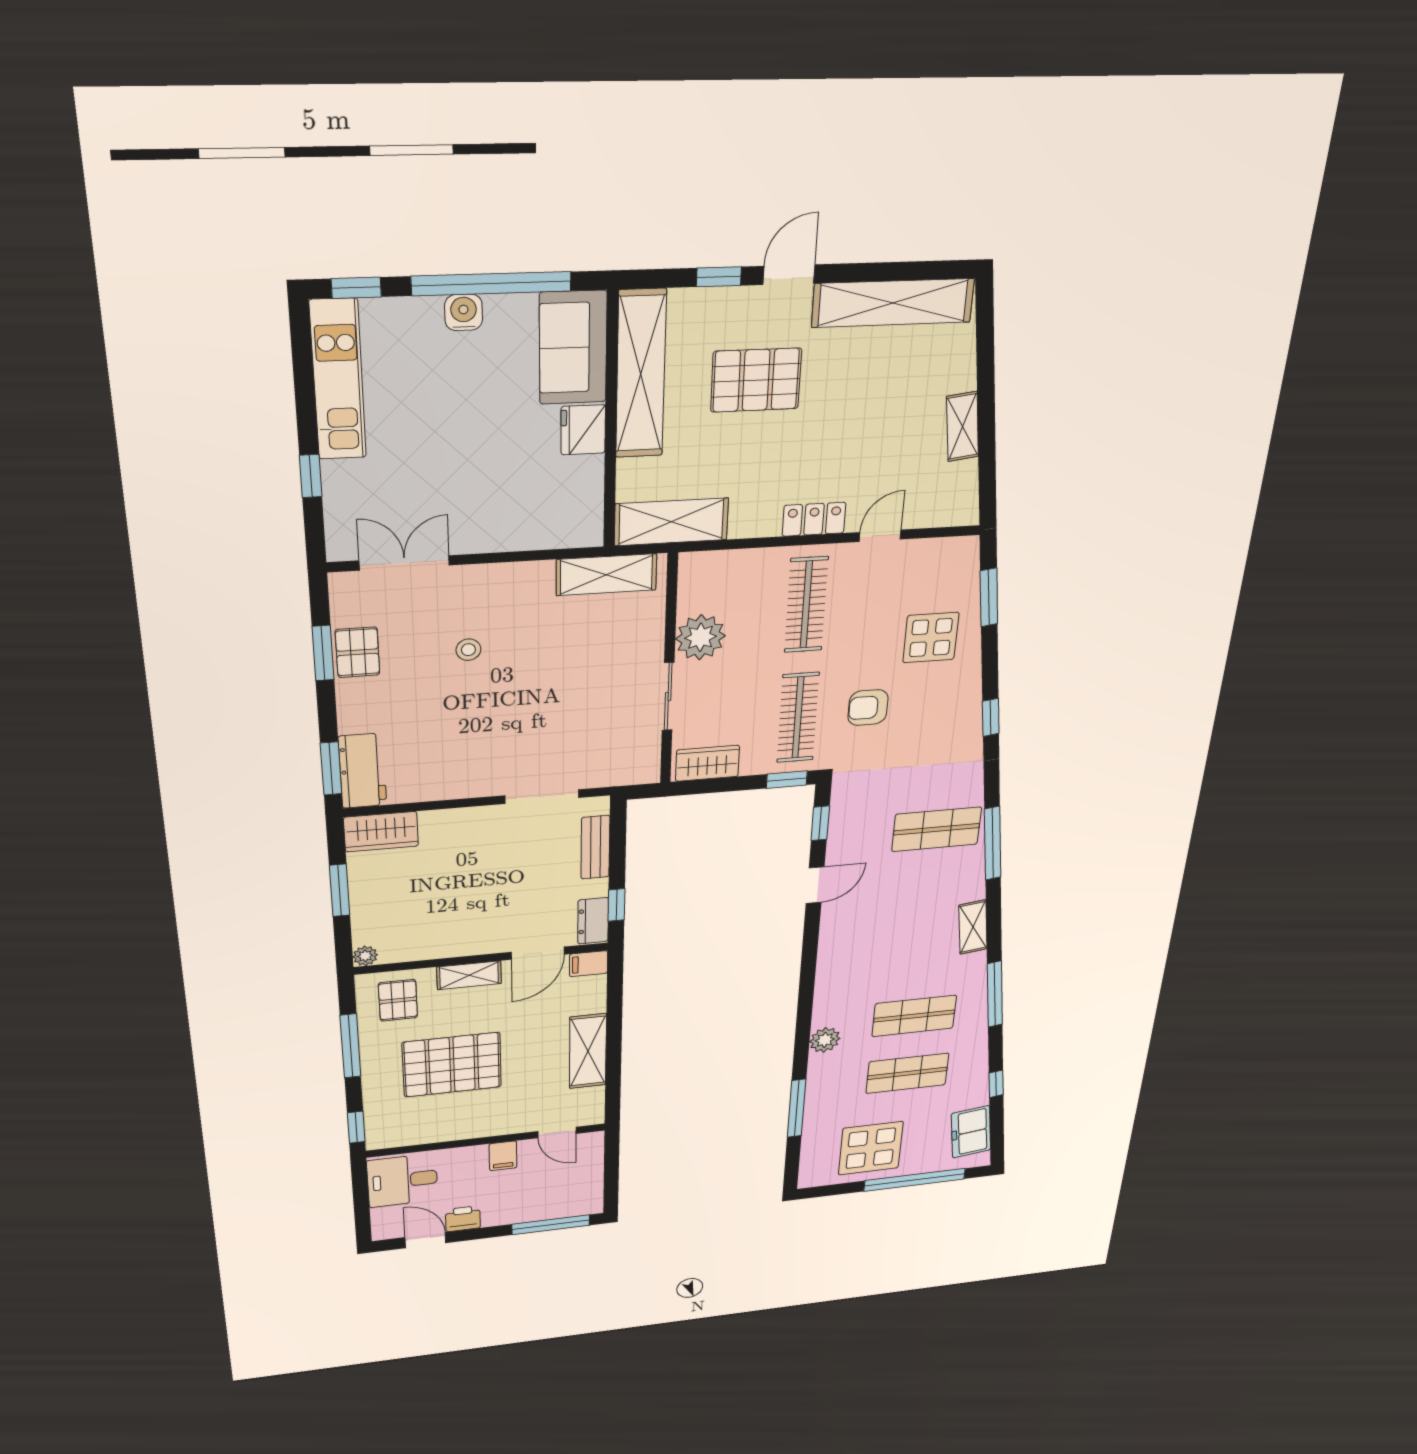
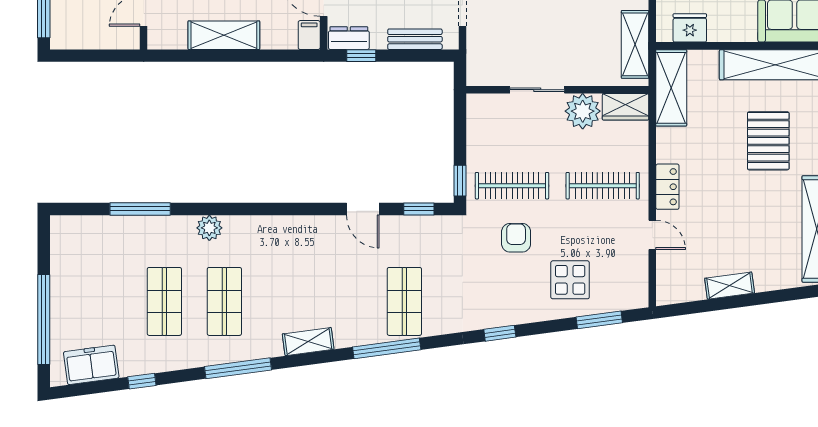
fridge: (583, 430) -> (690, 28), moved
wardrobe: (707, 763) -> (626, 107), moved, turned 90
display table: (871, 1148) -> (86, 277), removed

